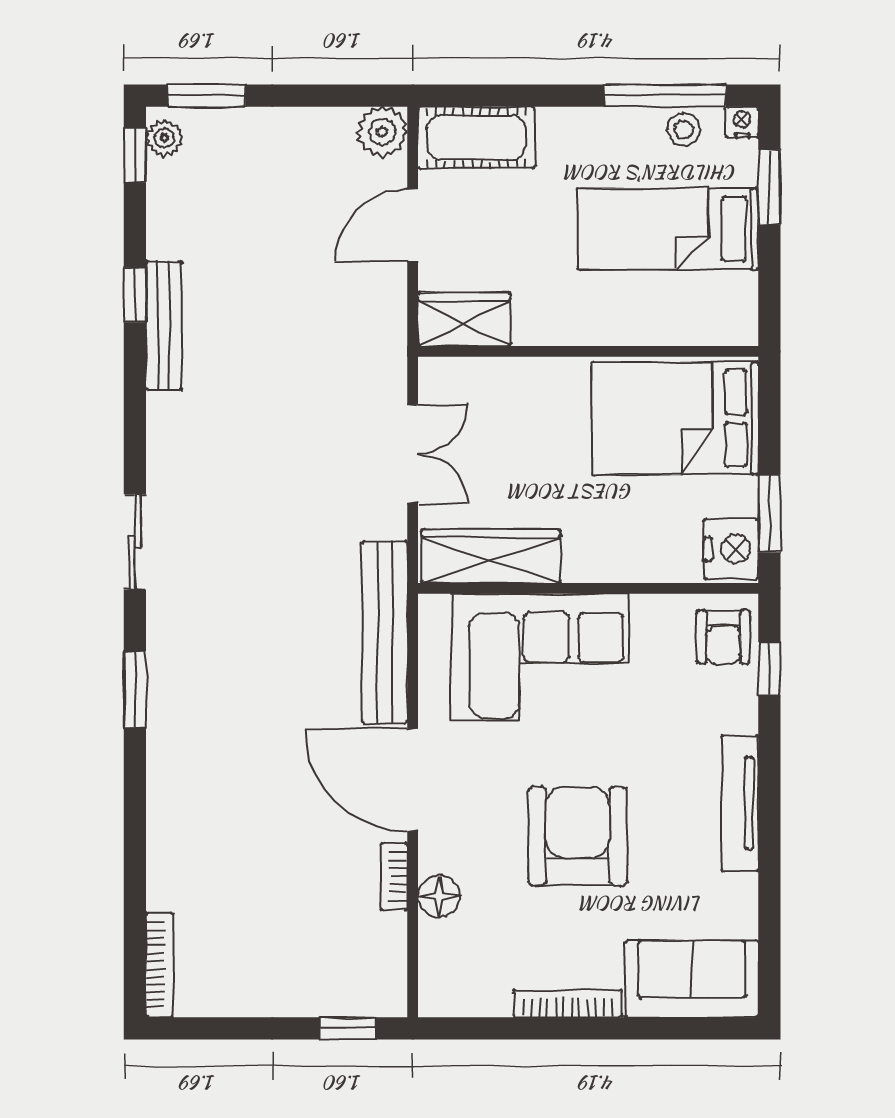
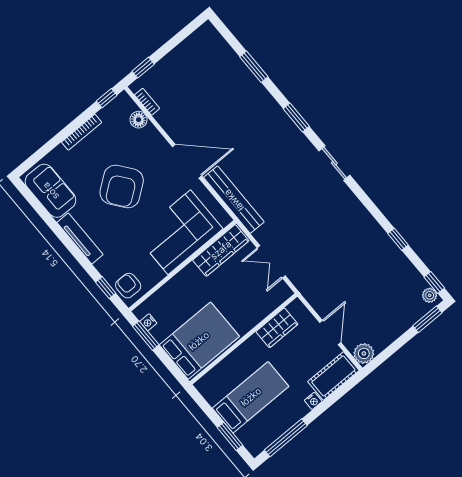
nightstand: (742, 122) -> (313, 401), moved
stool: (684, 130) -> (271, 432), removed
wardrobe: (464, 319) -> (277, 328), moved
bench: (164, 325) -> (381, 237), removed
nightstand: (731, 549) -> (148, 322), width x0.53, depth x0.56
armchair: (578, 836) -> (122, 186), turned 53
window: (135, 854) -> (254, 67), added
bookcase: (394, 876) -> (147, 102), moved
floor lamp: (439, 896) -> (139, 120), moved
bookcase: (159, 965) -> (218, 39), removed
sofa: (692, 979) -> (51, 191), moved, turned -90
window: (465, 1028) -> (107, 98), added

